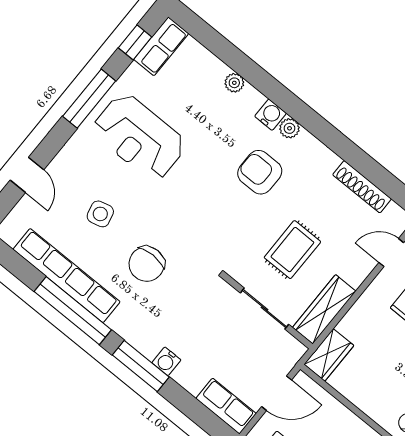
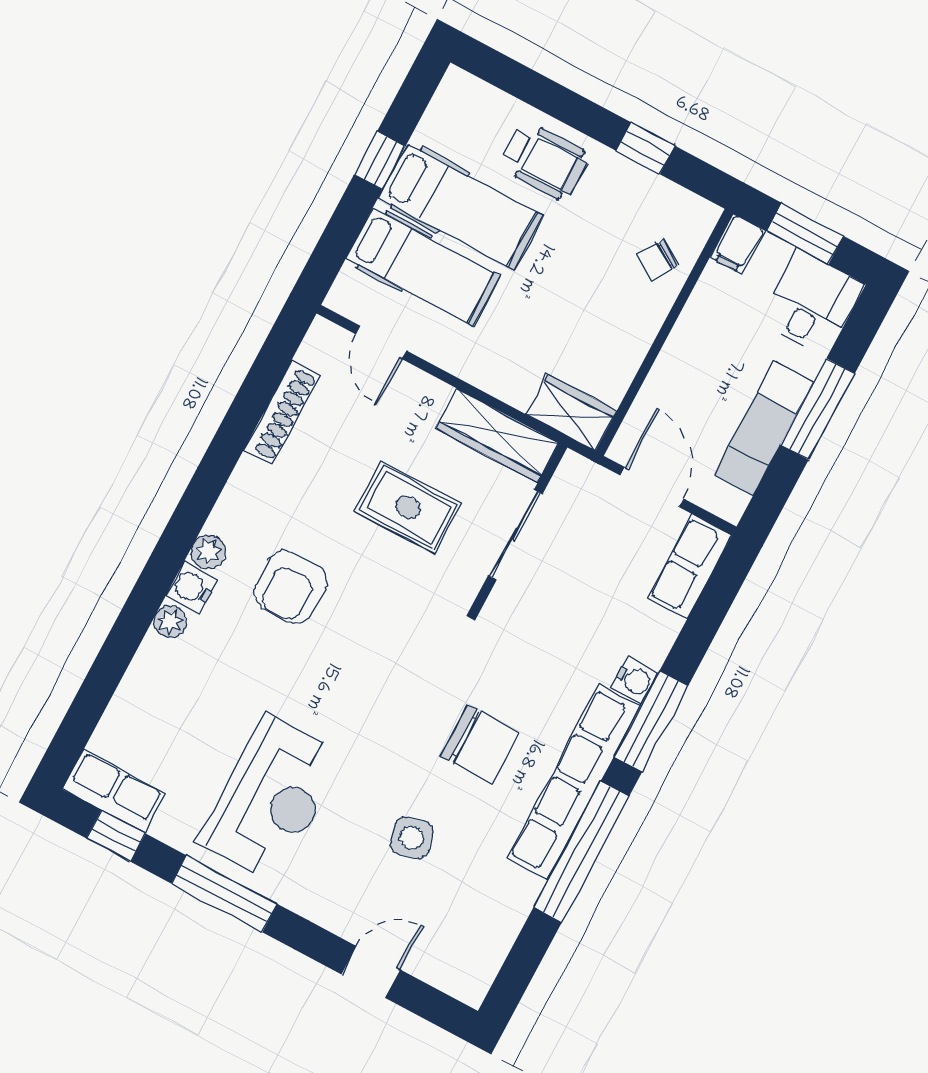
plant: (234, 83) -> (170, 622), moved
row of seats: (67, 276) -> (574, 783), moved

